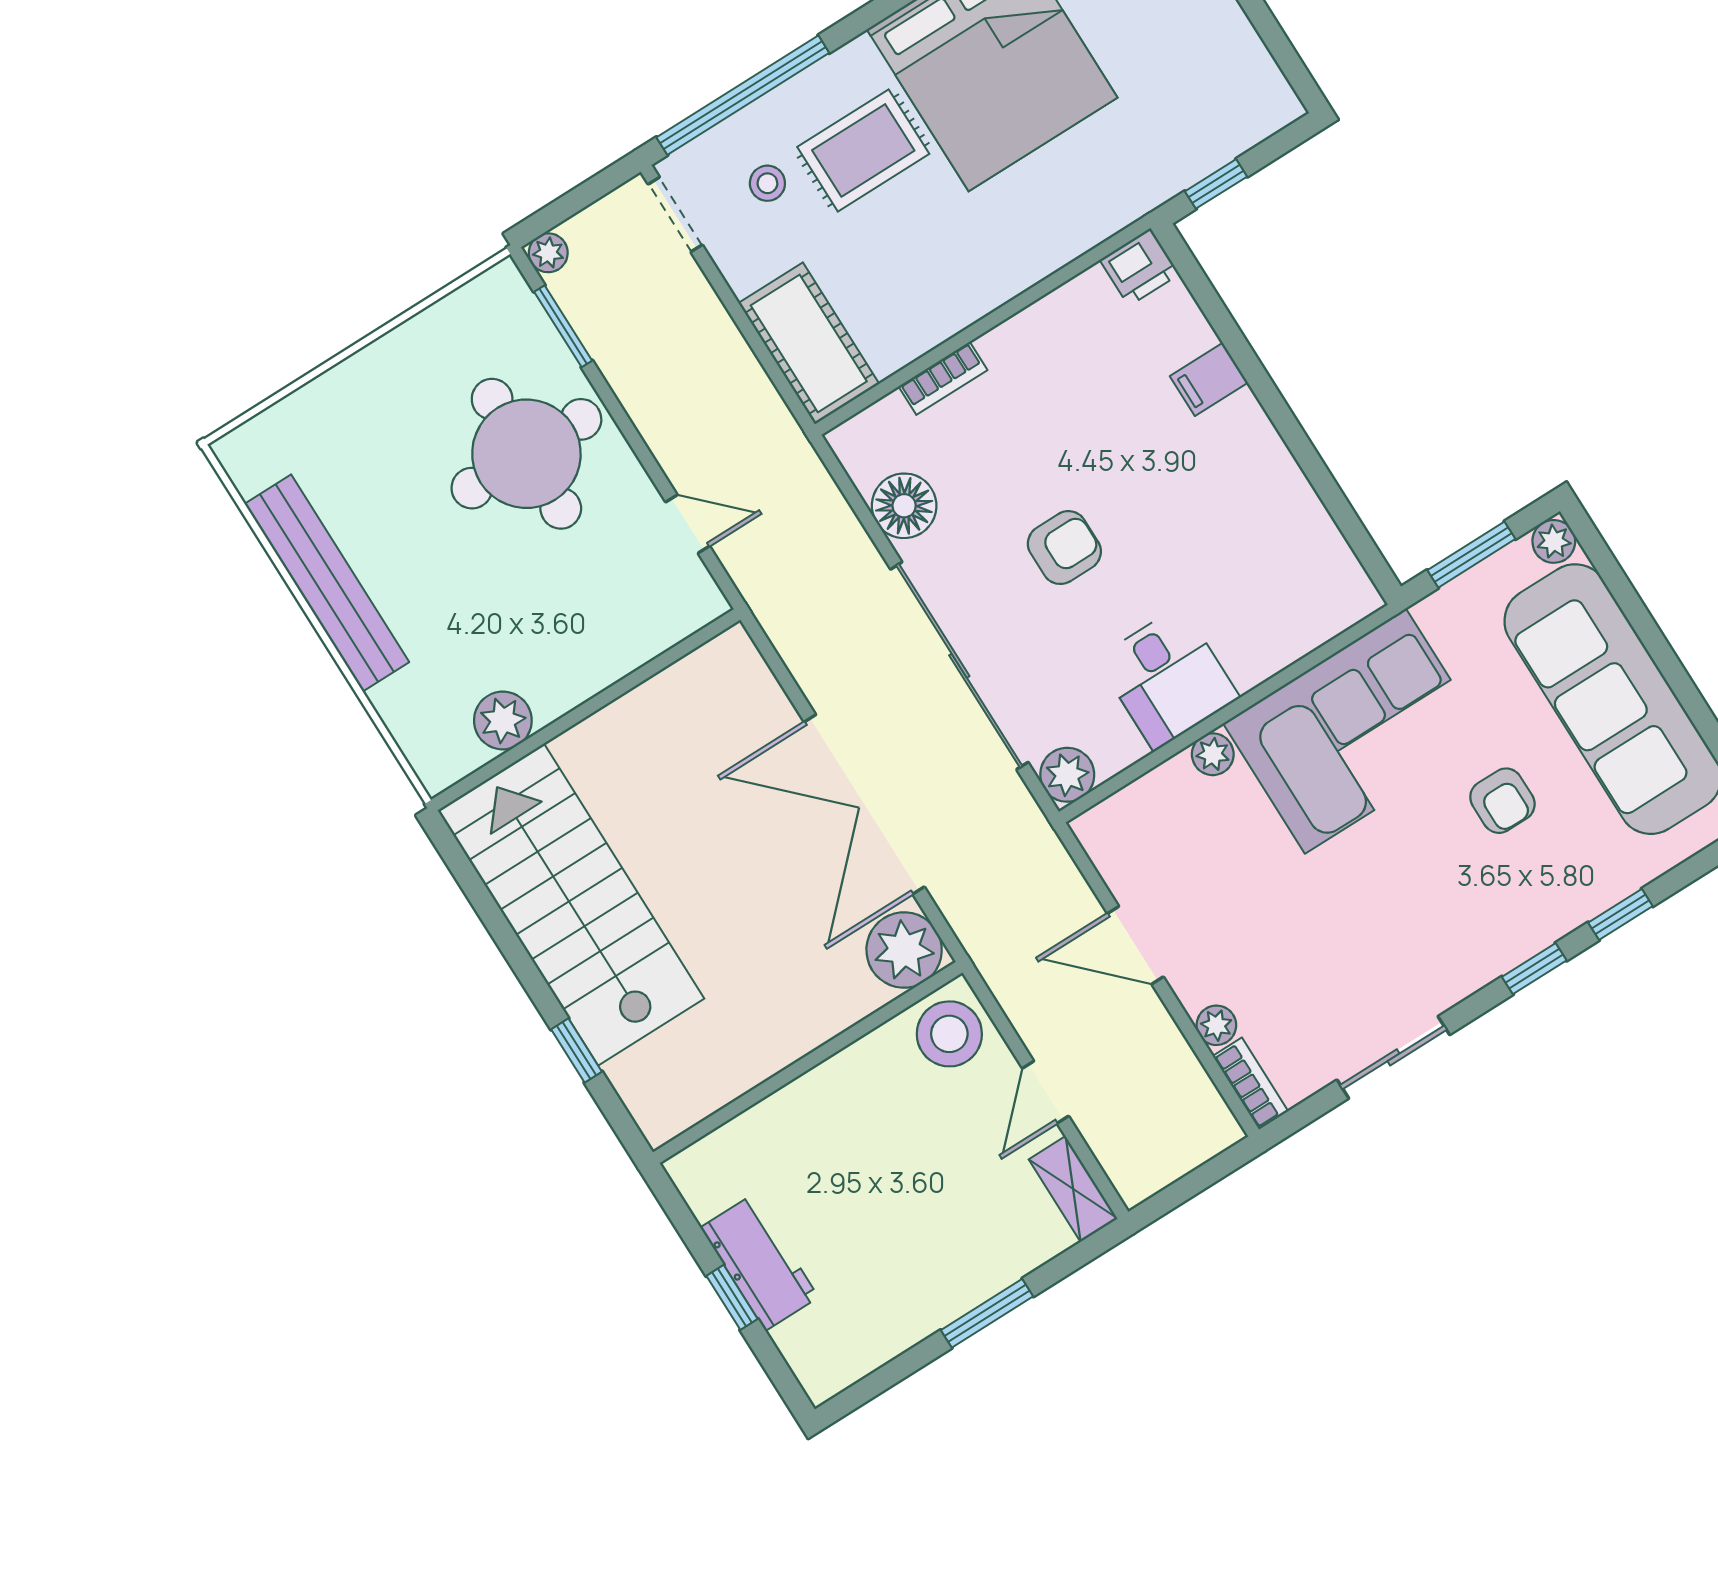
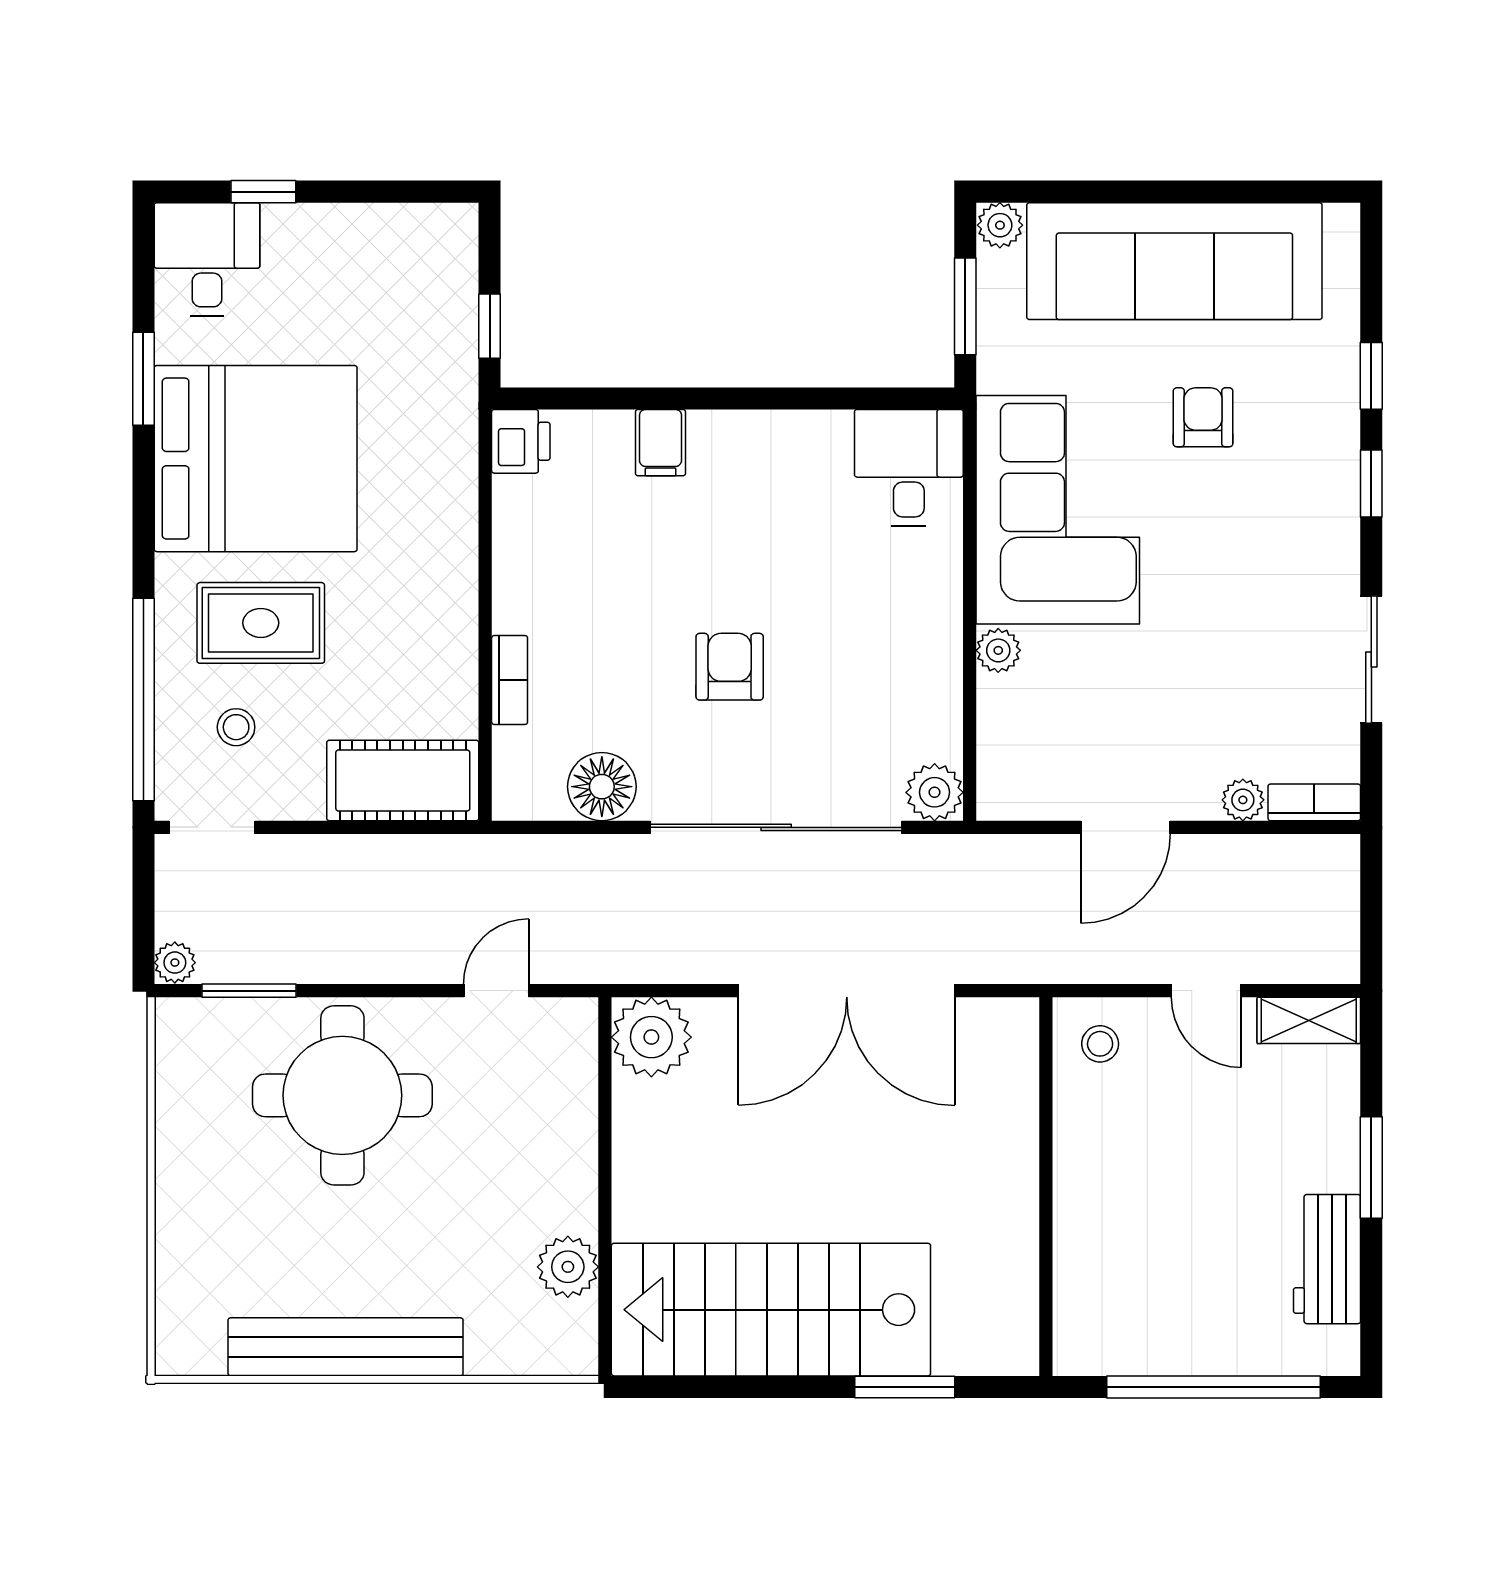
rug: (863, 150) -> (261, 623), turned 90
desk: (1168, 678) -> (909, 468), moved, turned -90
armchair: (1502, 801) -> (1203, 417), turned -90
plant: (904, 950) -> (651, 1037), moved
stool: (949, 1034) -> (1100, 1044), width x0.53, depth x0.53
window: (577, 1051) -> (905, 1387), width x1.50
workbench: (759, 1262) -> (1327, 1259), moved, turned -90
window: (732, 1297) -> (1213, 1387), width x3.17

